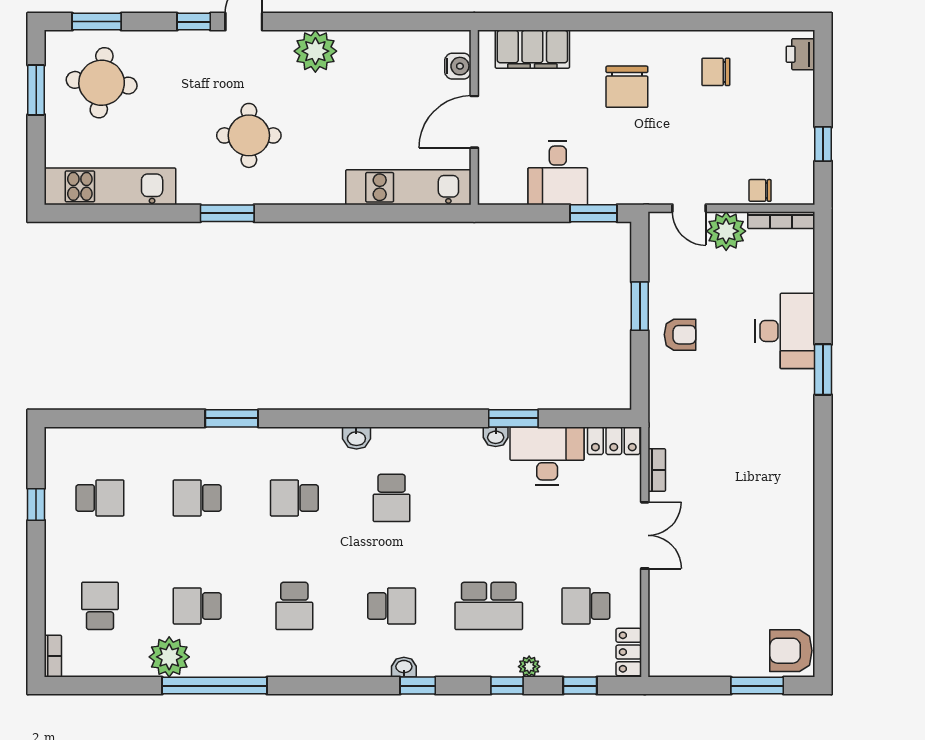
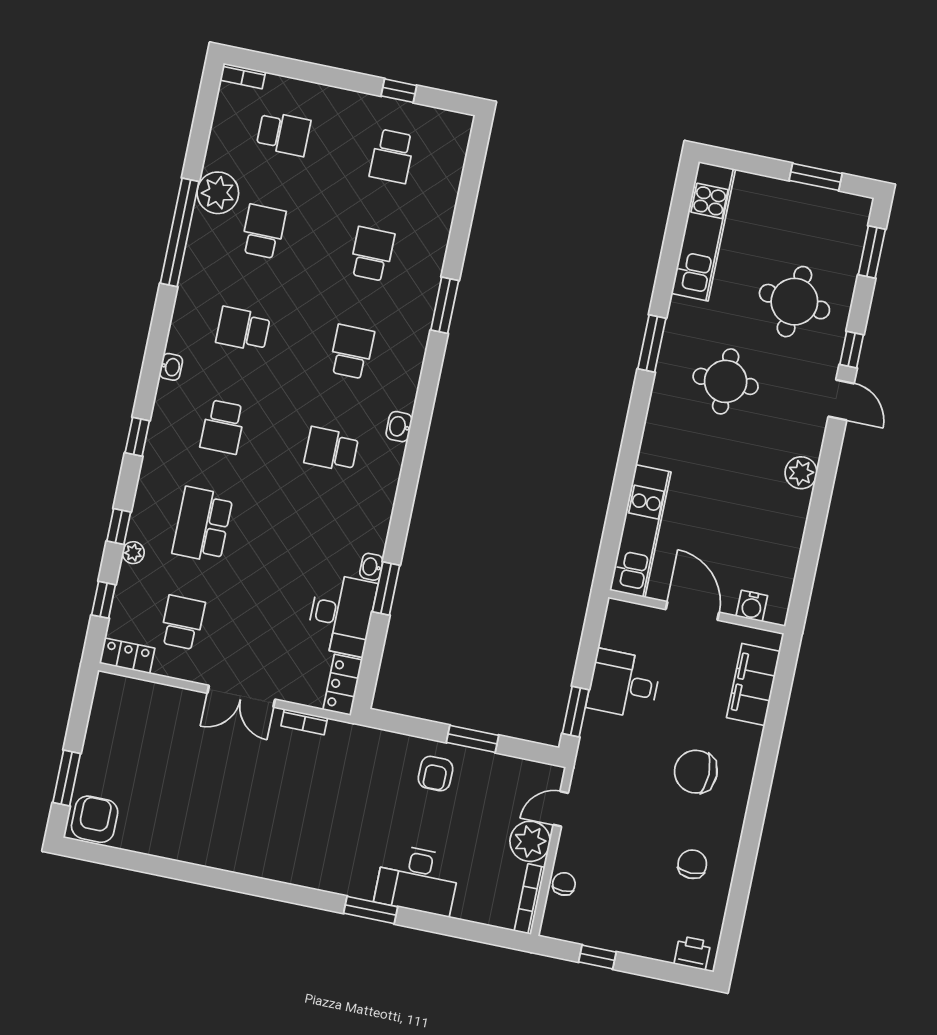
plant: (315, 51) -> (801, 473), width x0.73, depth x0.73
round table: (102, 83) -> (794, 302), moved
washbasin: (404, 667) -> (171, 367), moved

